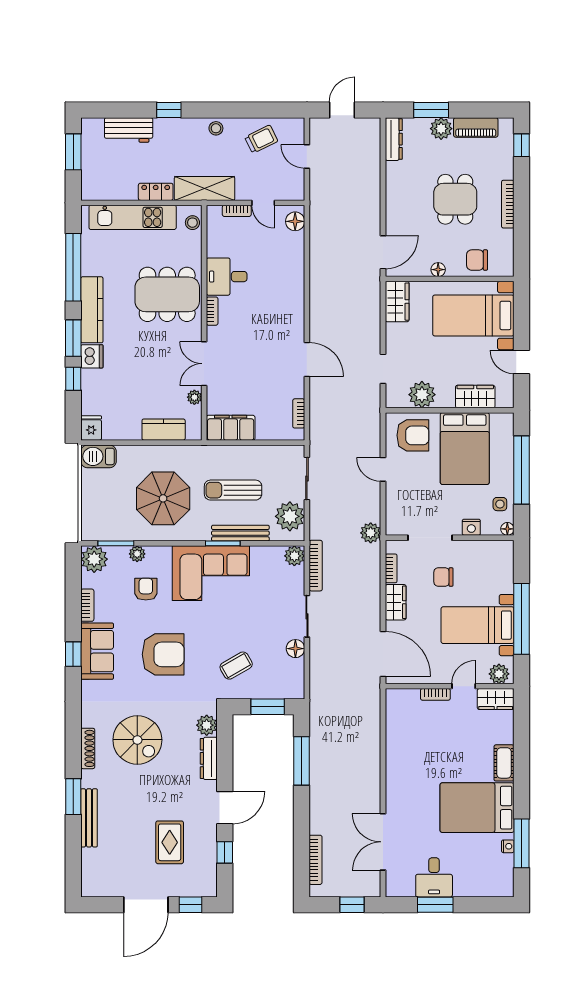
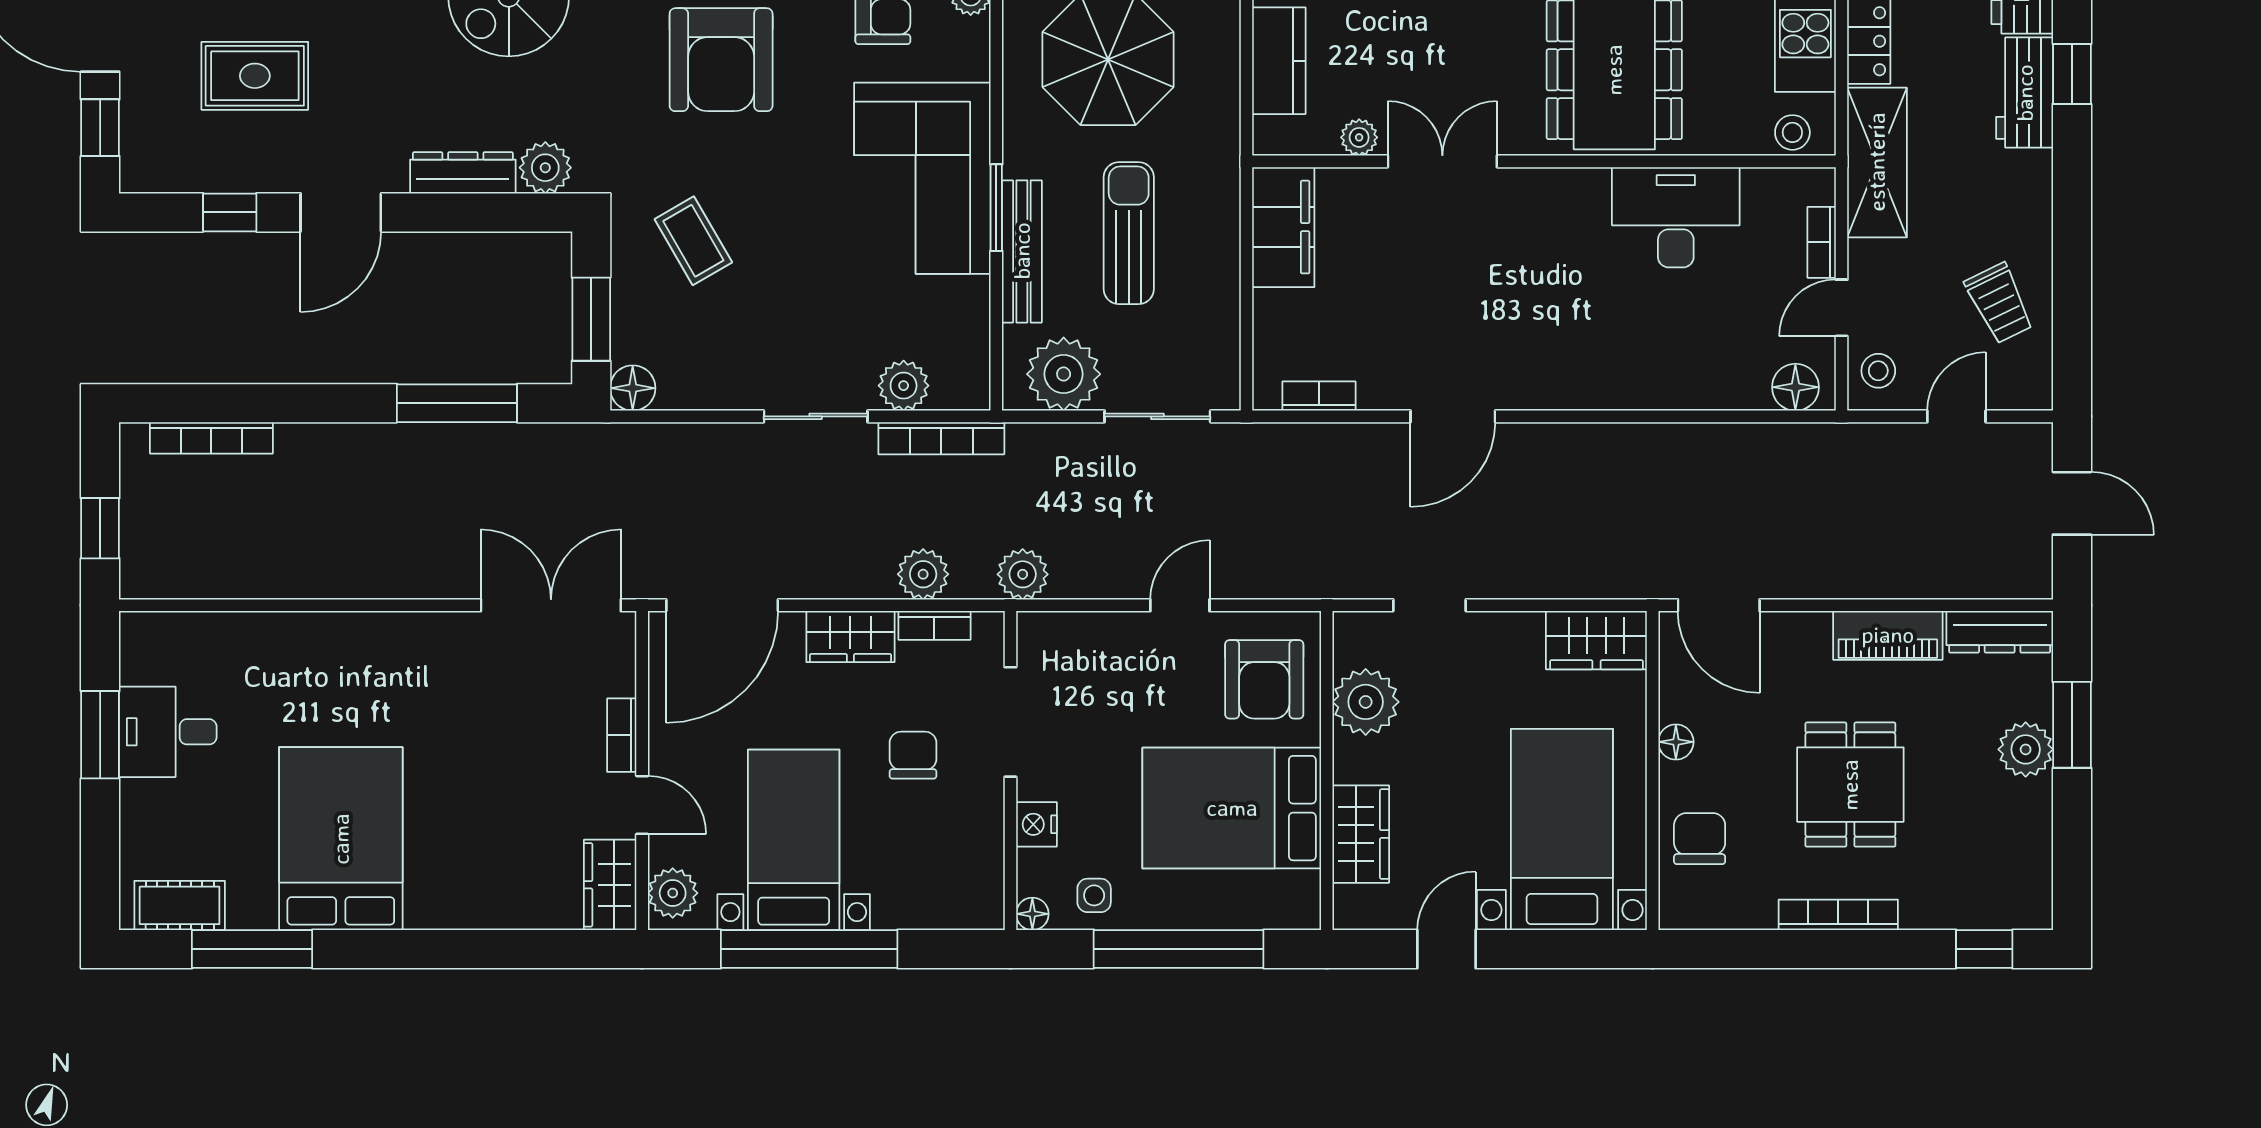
piano: (476, 127) -> (1888, 635), moved, turned -90
stool: (216, 128) -> (1878, 371), moved
workbench: (176, 129) -> (2025, 93), added
dining table: (455, 199) -> (1850, 785), turned 90
desk: (227, 277) -> (1676, 217), width x1.37
bookcase: (212, 311) -> (1573, 181), removed
plant: (294, 556) -> (904, 386), moved
plant: (371, 573) -> (923, 574), added
floor lamp: (295, 649) -> (633, 388), moved
cot: (504, 763) -> (180, 905), moved
door: (225, 808) -> (341, 212), hinge flipped
double door: (383, 842) -> (551, 605), moved
nightstand: (508, 846) -> (245, 915), removed

